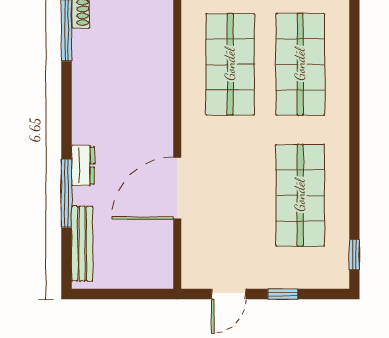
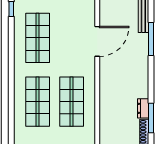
dresser: (83, 165) -> (143, 108), moved

